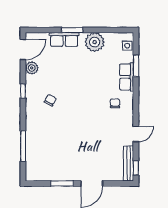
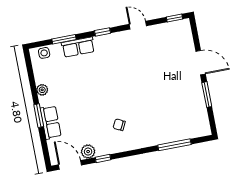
plant: (95, 42) -> (42, 90), width x0.53, depth x0.53
window: (23, 91) -> (103, 159), moved
window: (136, 101) -> (102, 32), added
chair: (115, 103) -> (109, 54), removed
bench: (128, 163) -> (171, 27), removed

